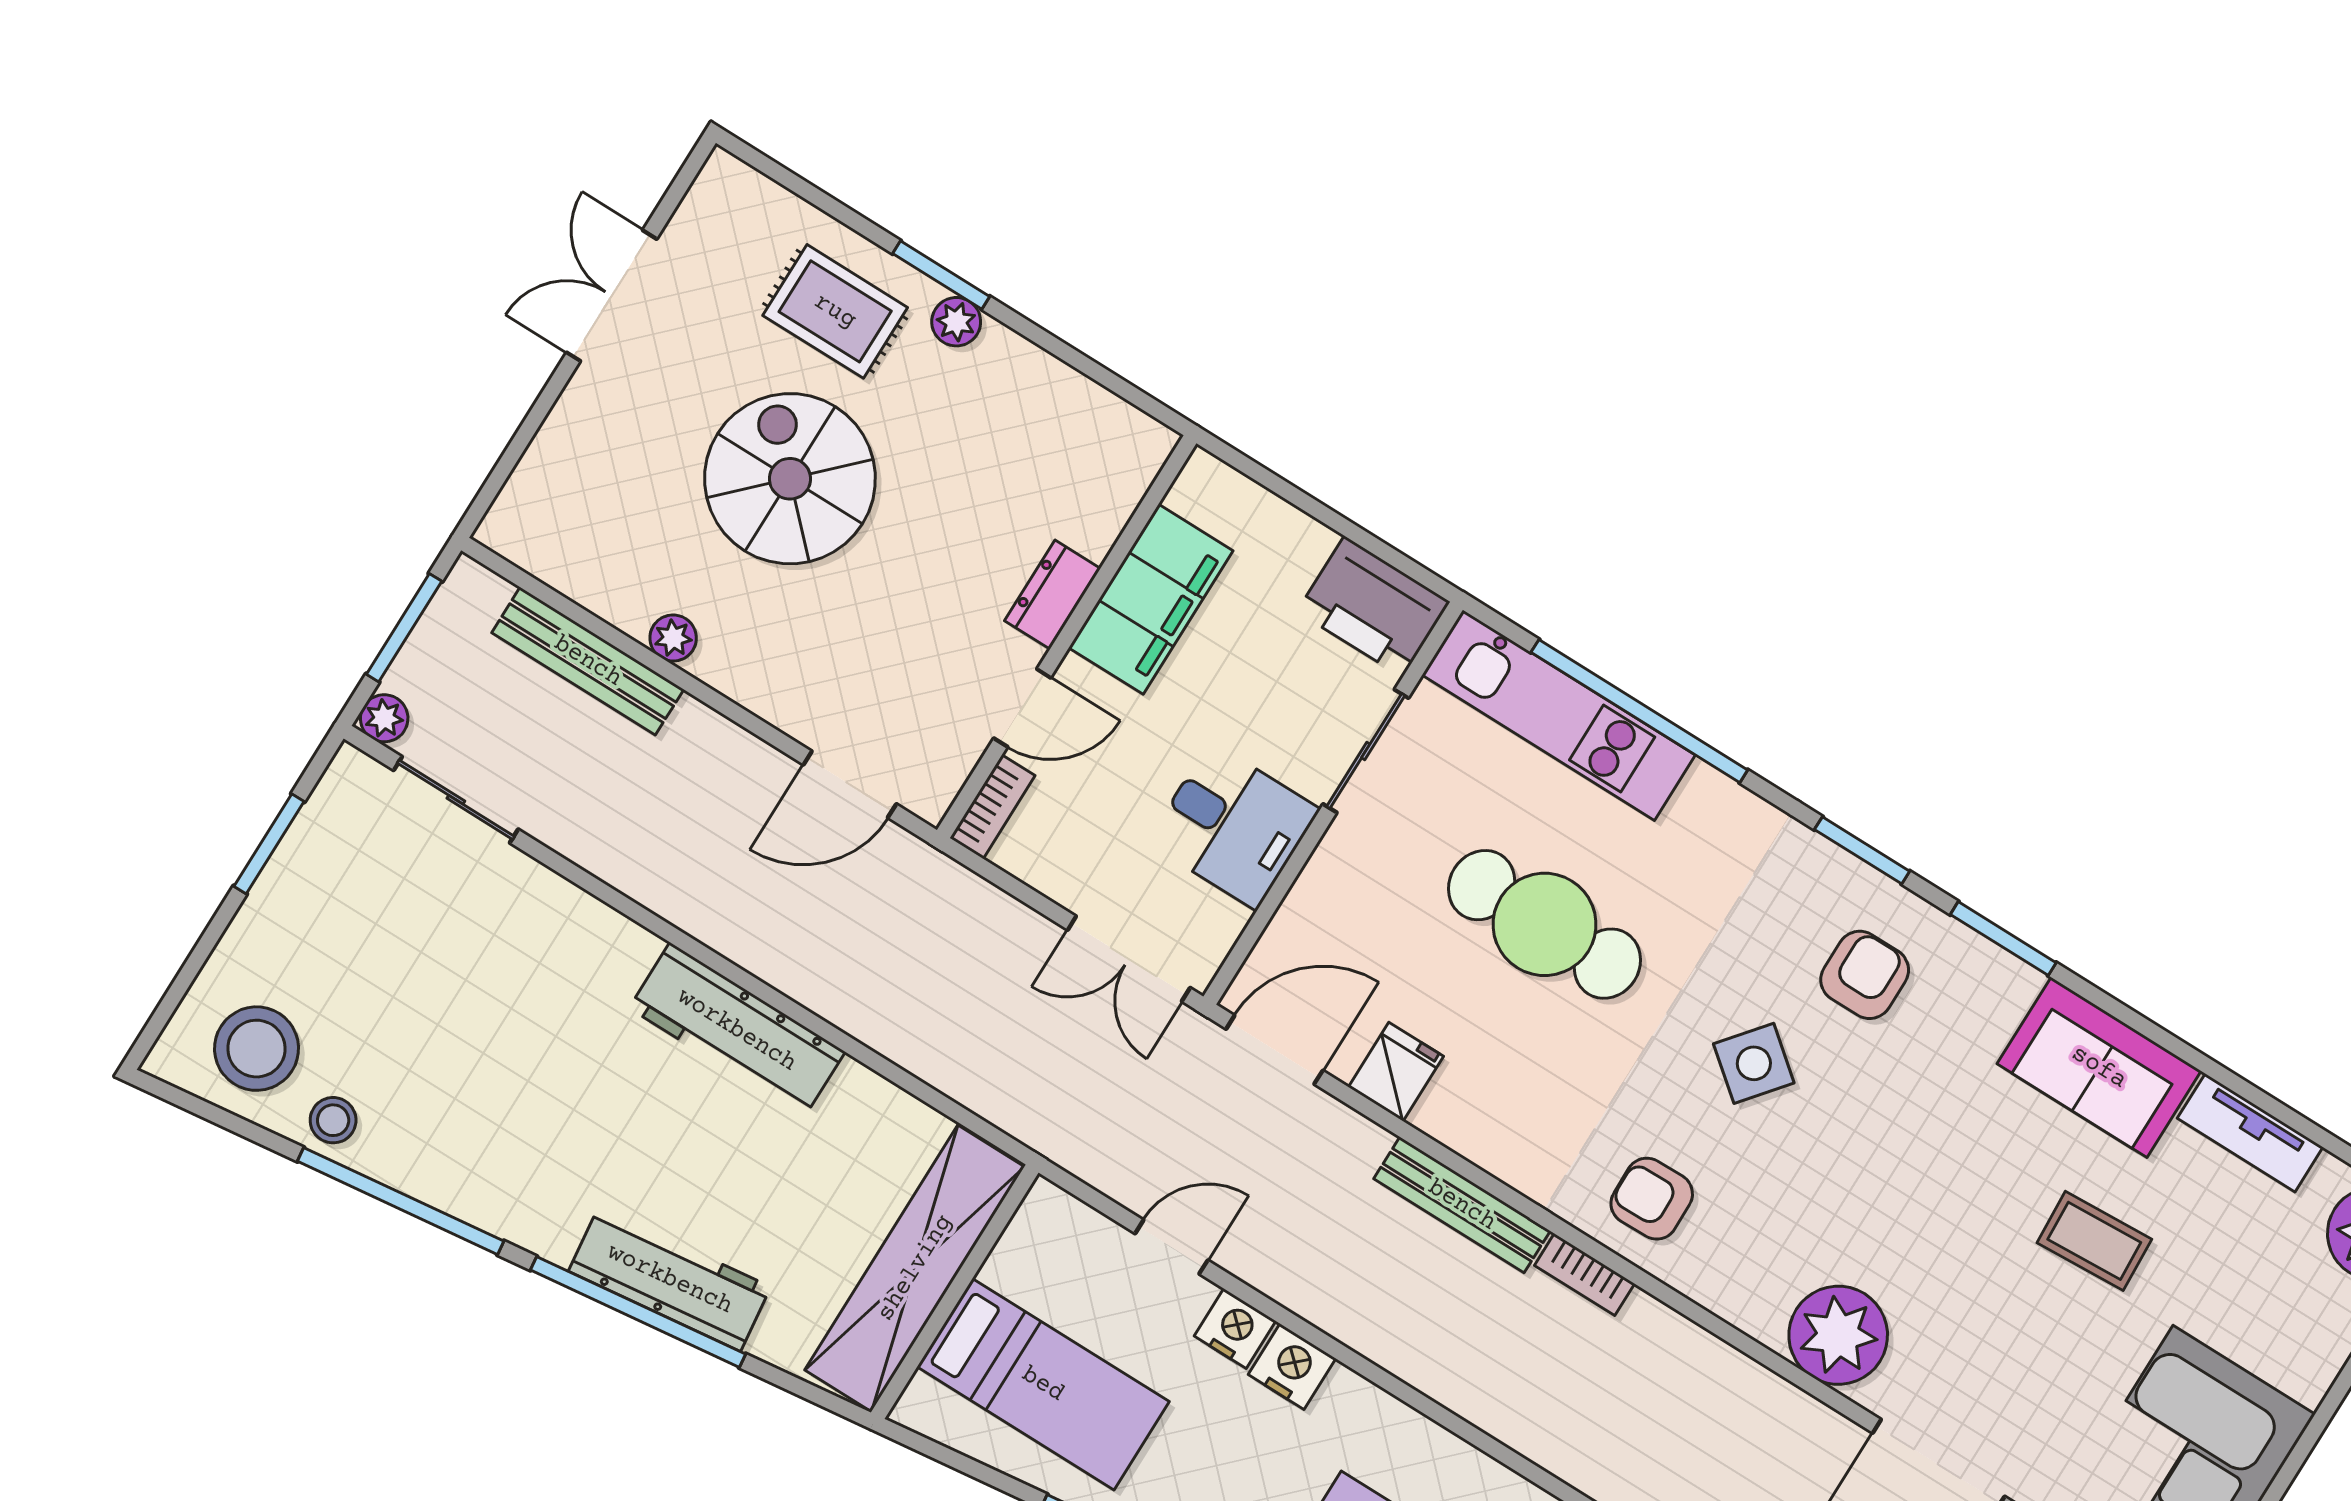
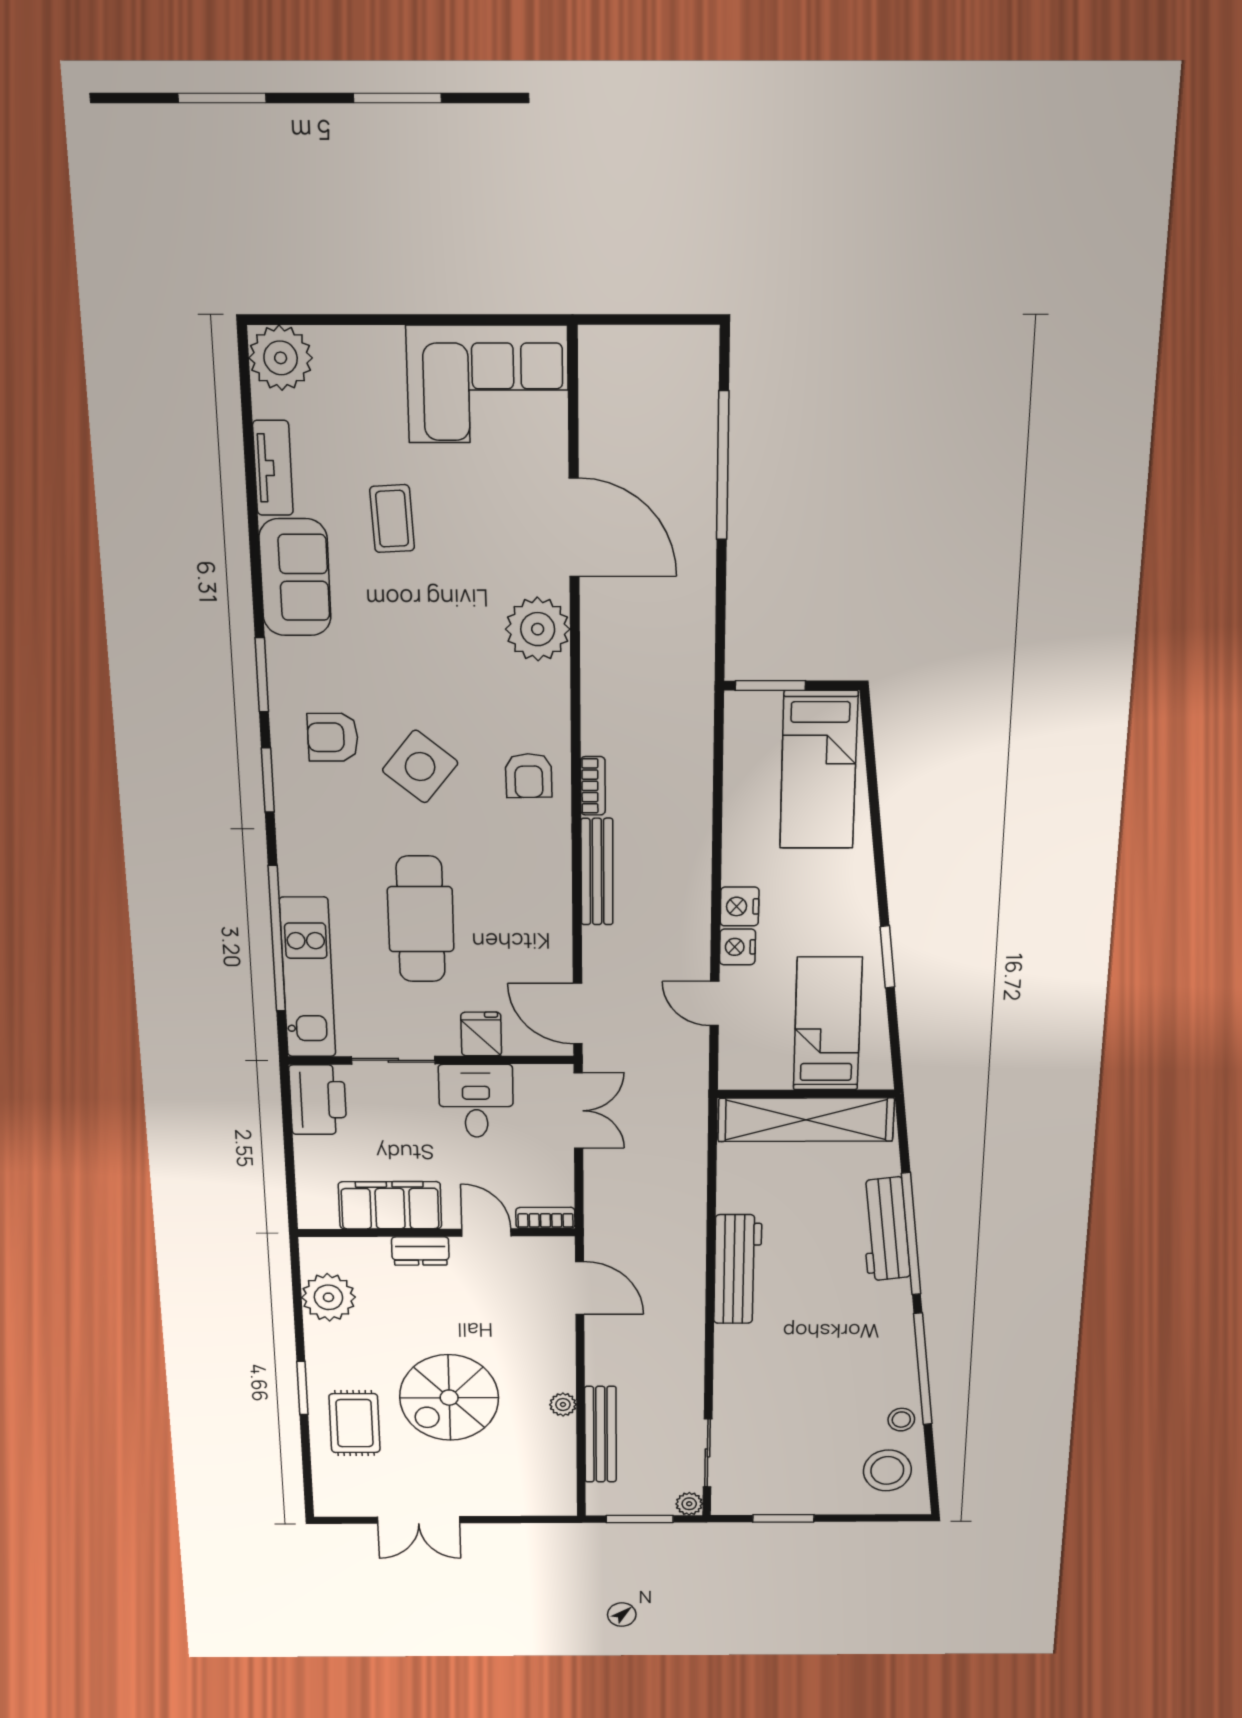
plant: (956, 322) -> (328, 1297), moved, width x1.88, depth x1.88
side table: (1754, 1063) -> (420, 767), width x1.37, depth x1.37
fridge: (1396, 1072) -> (481, 1034), moved, turned 90

